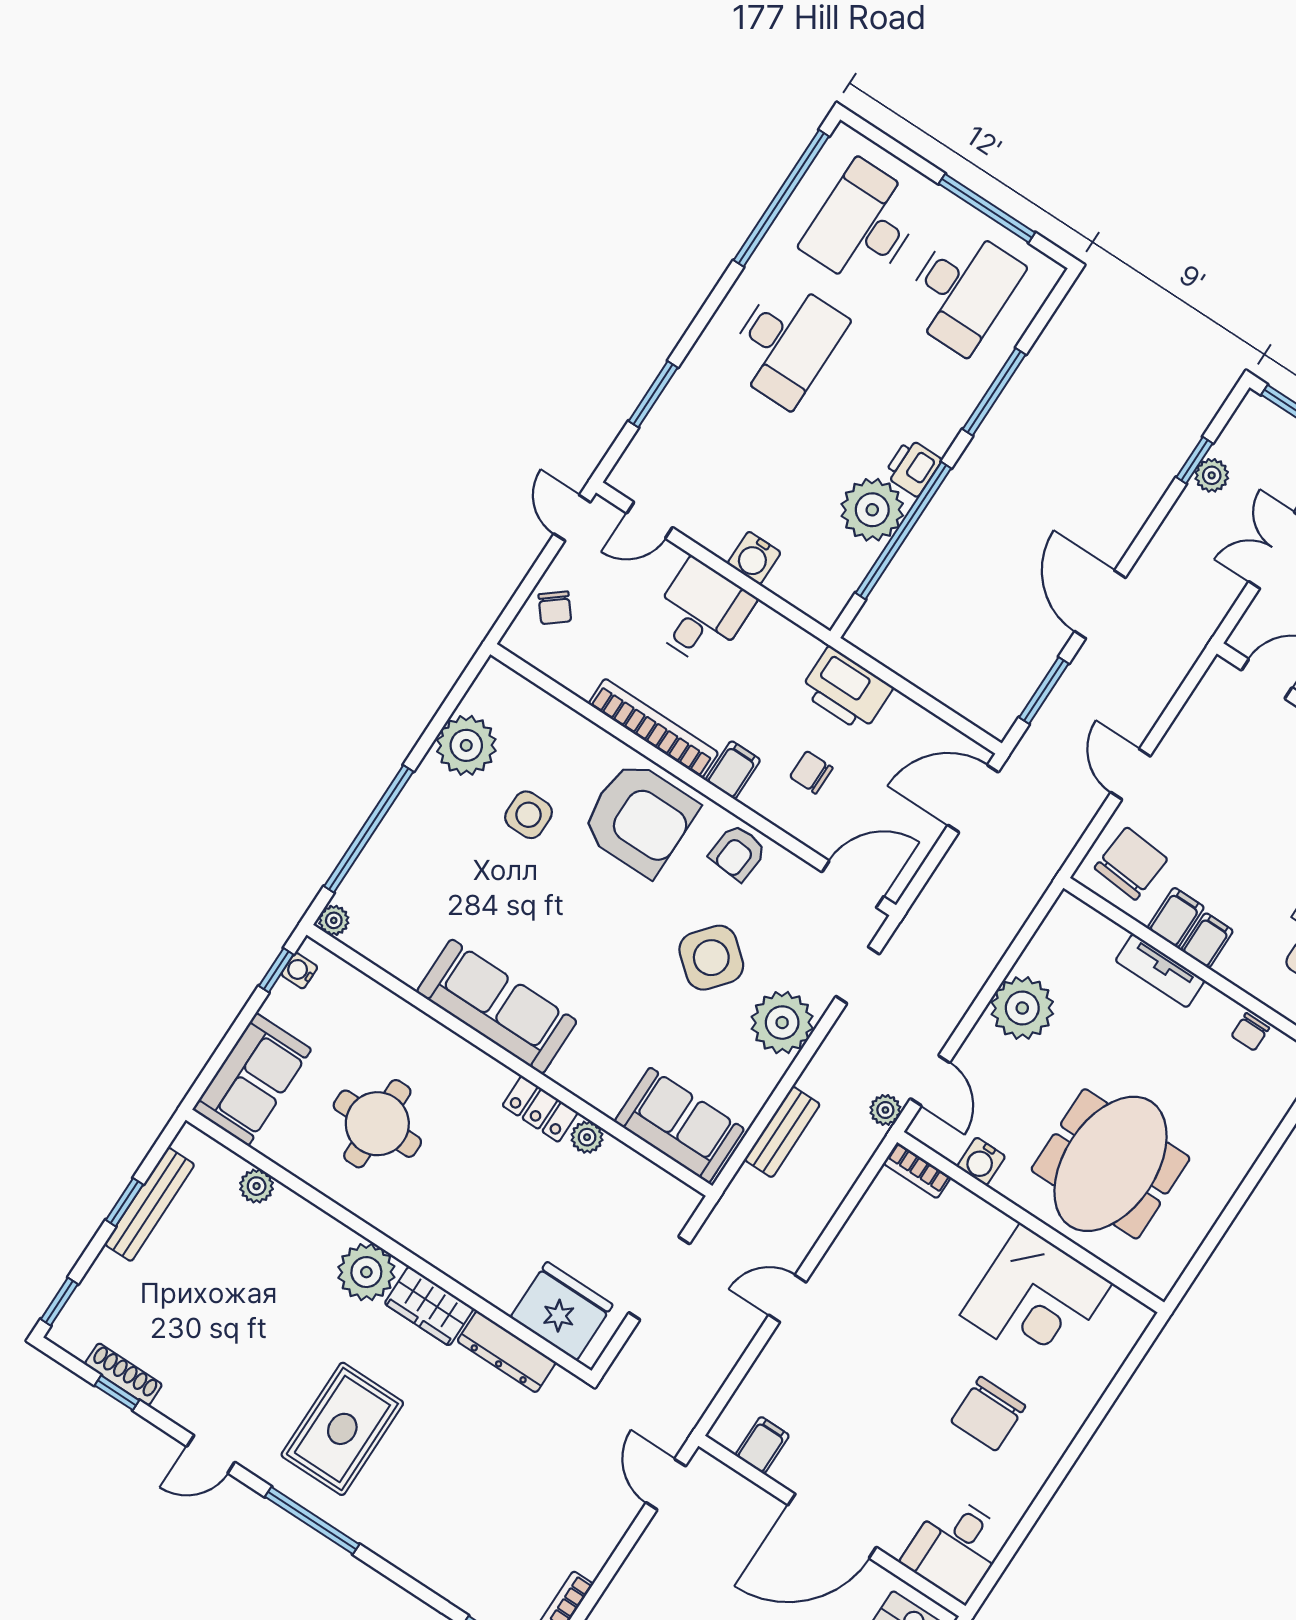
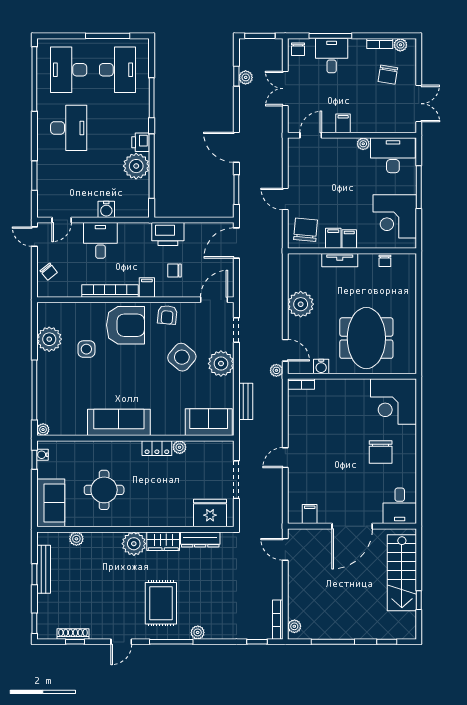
corner desk: (1036, 1299) -> (393, 402), moved, turned 90
plant: (378, 1537) -> (198, 632), added

